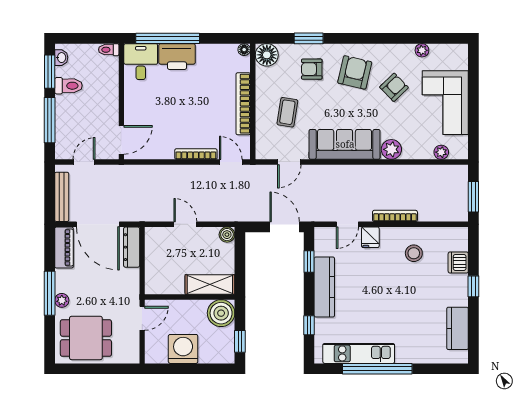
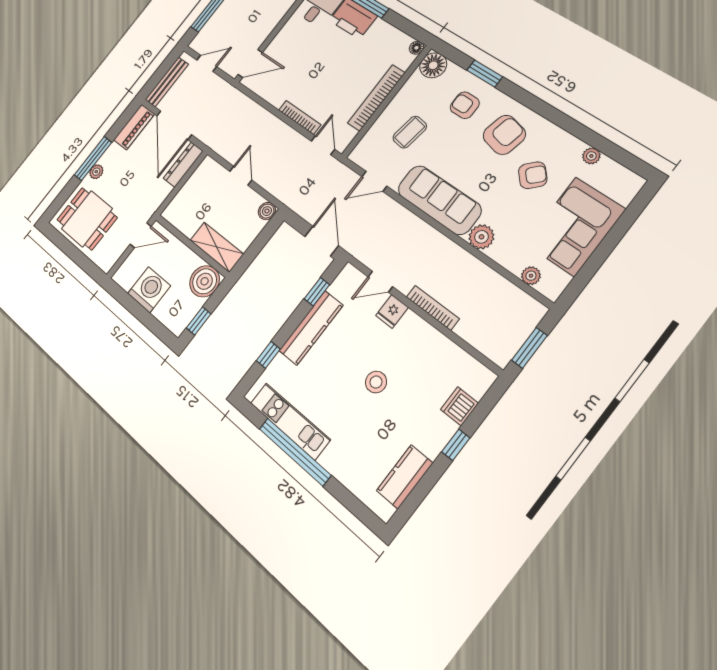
stool: (414, 253) -> (376, 382), moved

